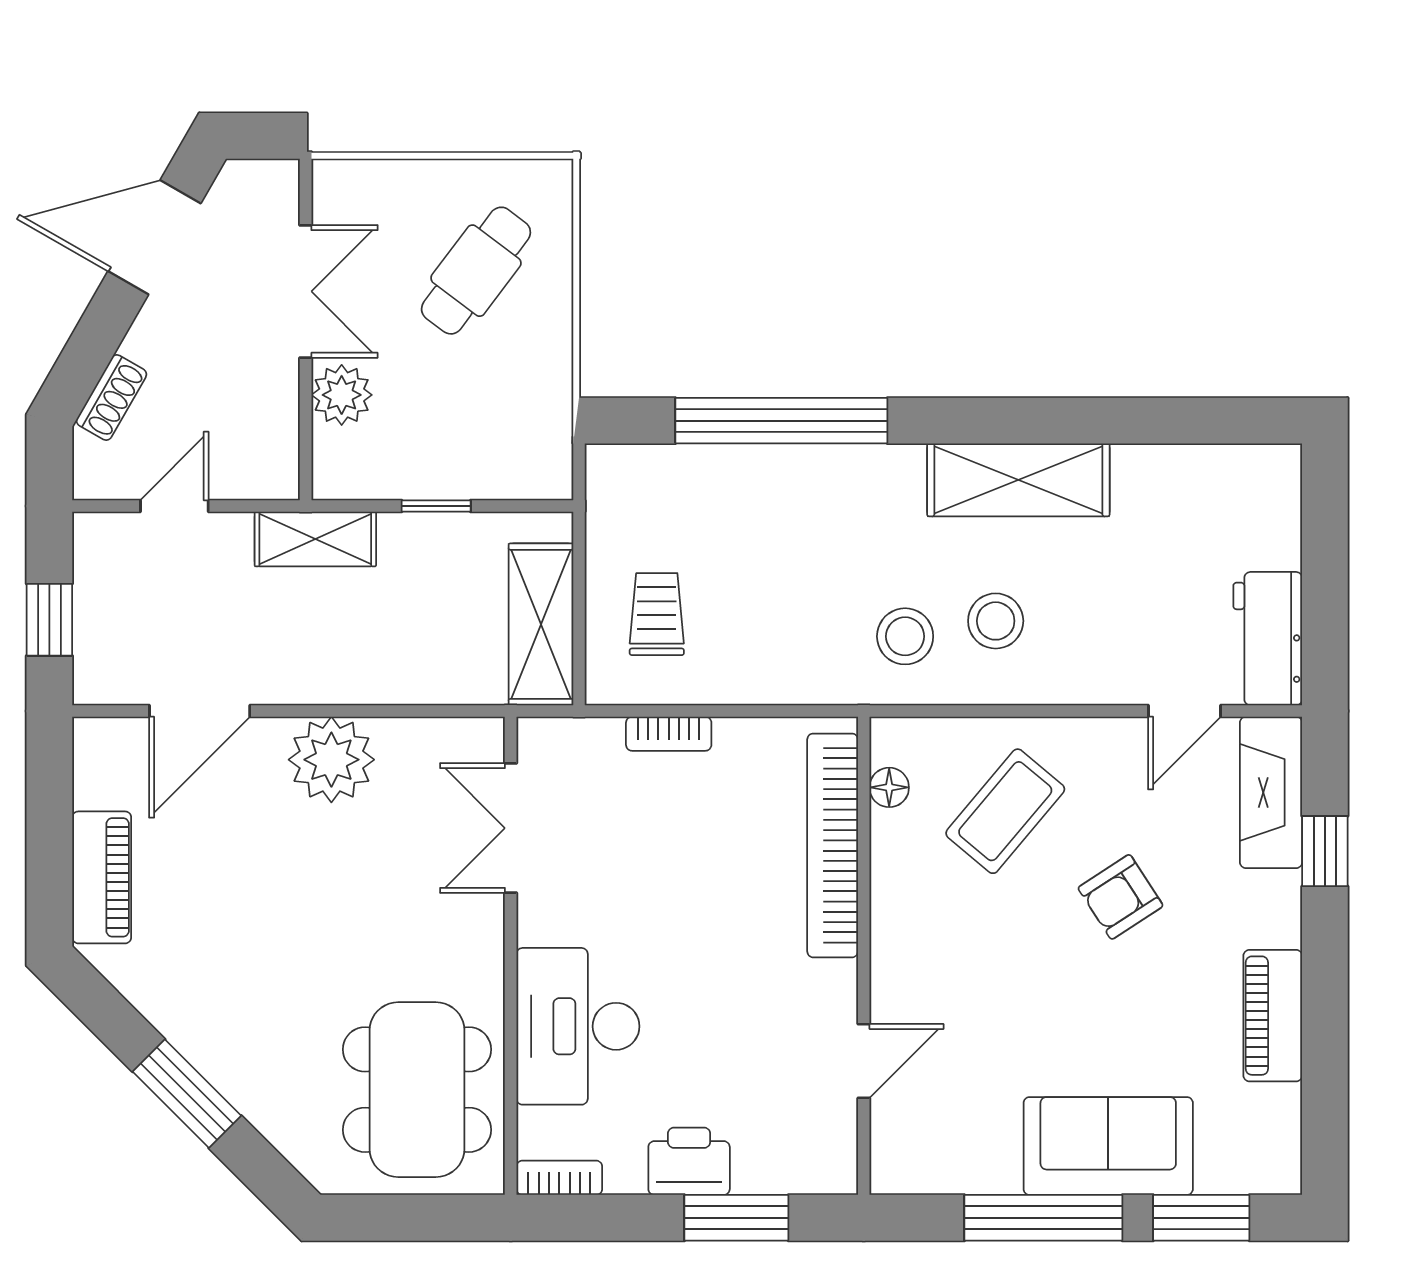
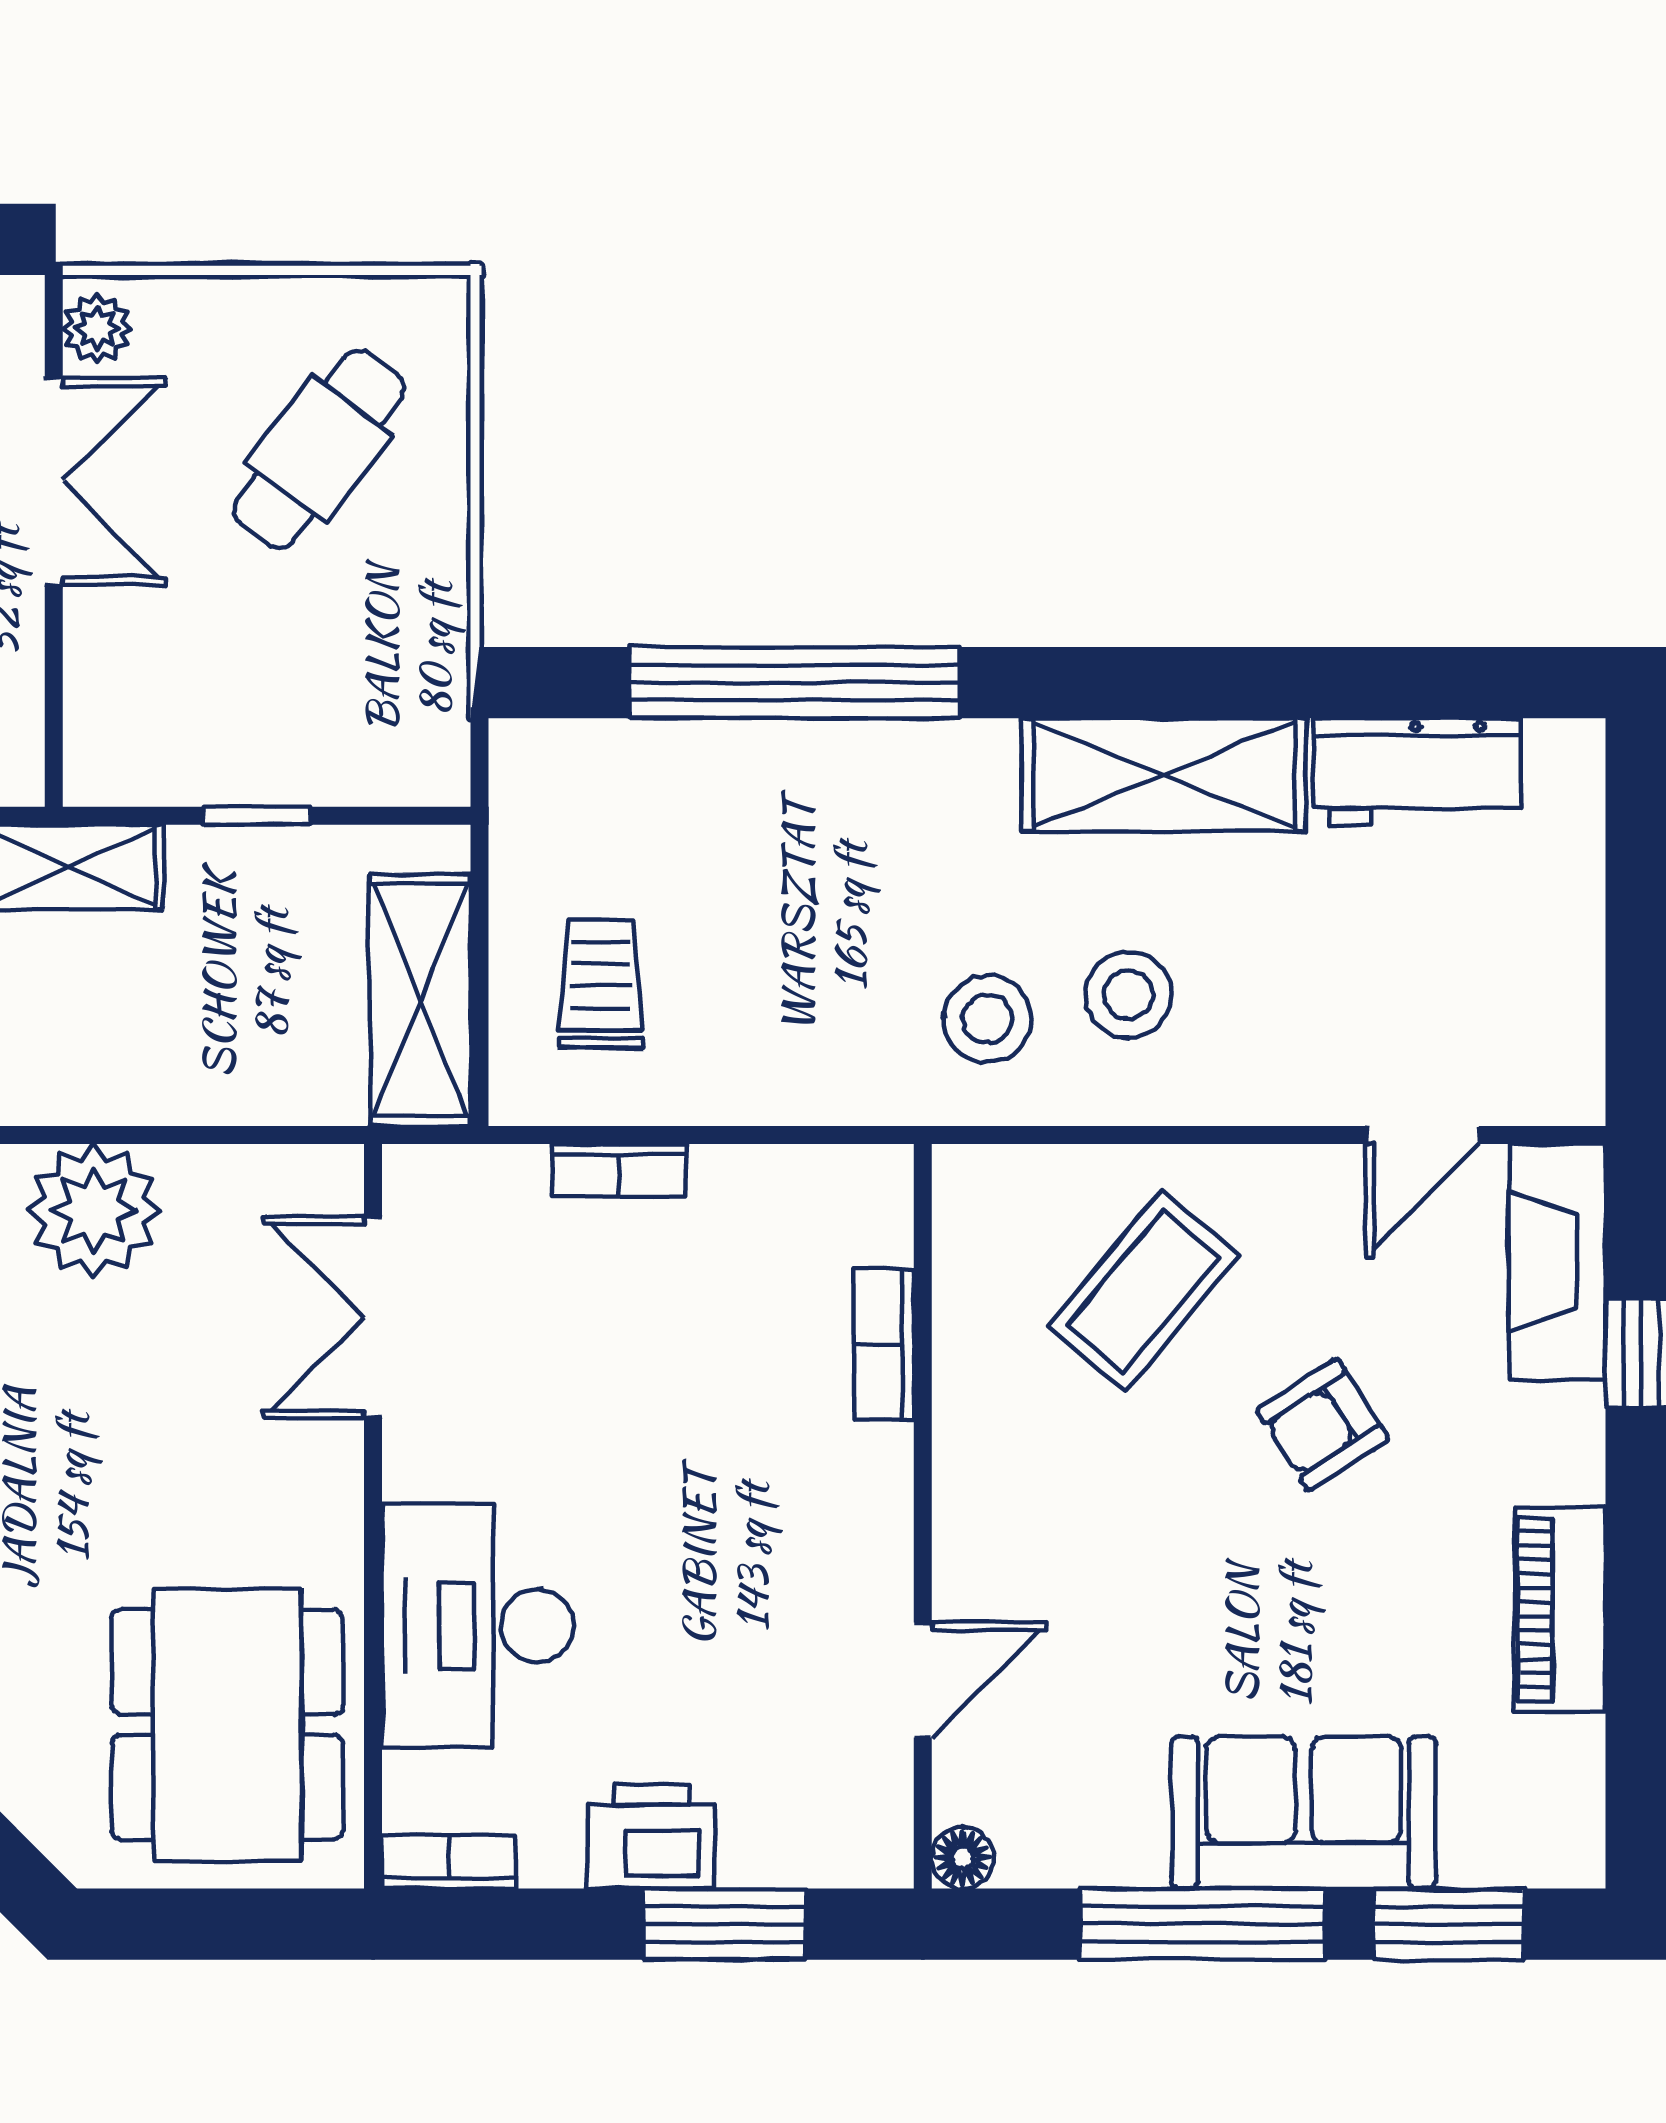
plant: (342, 395) -> (97, 328), moved, width x0.73, depth x0.73
workbench: (1268, 639) -> (1417, 772), moved, turned -90
floor lamp: (889, 787) -> (963, 1858), moved
bookcase: (833, 845) -> (884, 1344), width x0.43, depth x0.76

